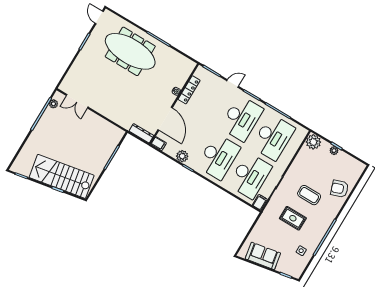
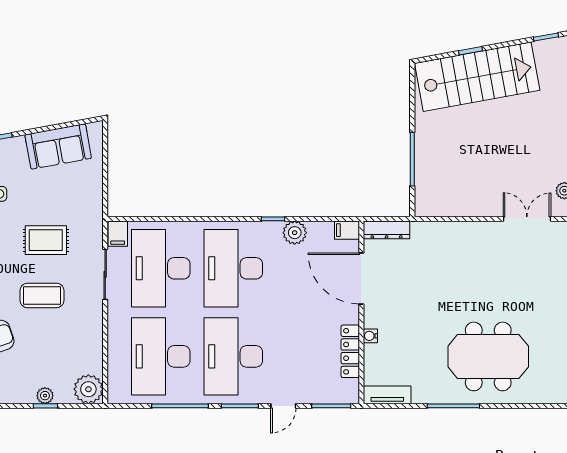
meeting table: (130, 51) -> (488, 356), width x0.73
tv unit: (184, 61) -> (387, 395), added

